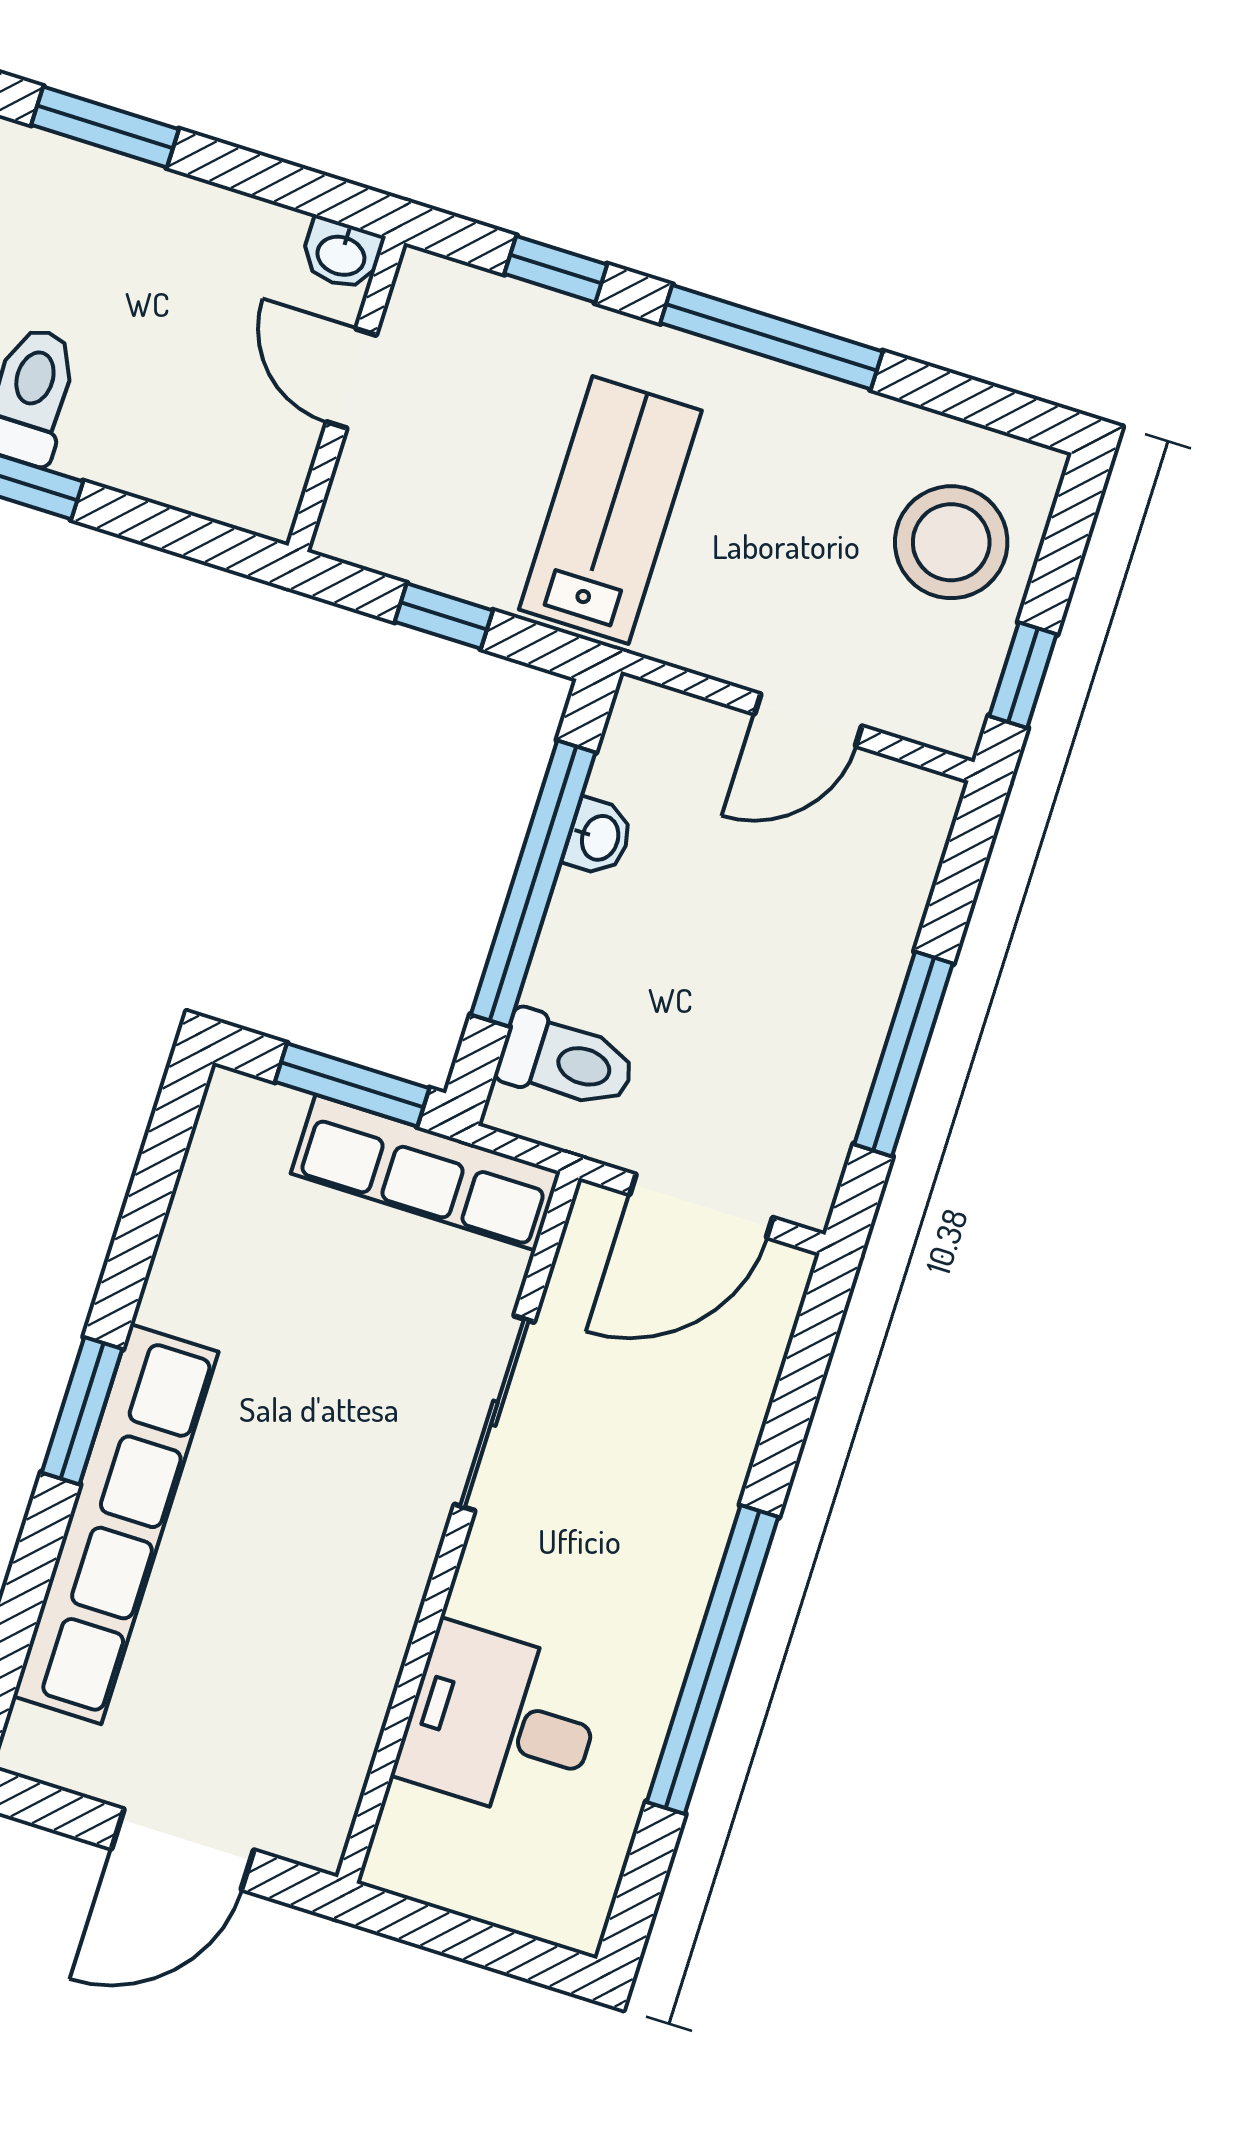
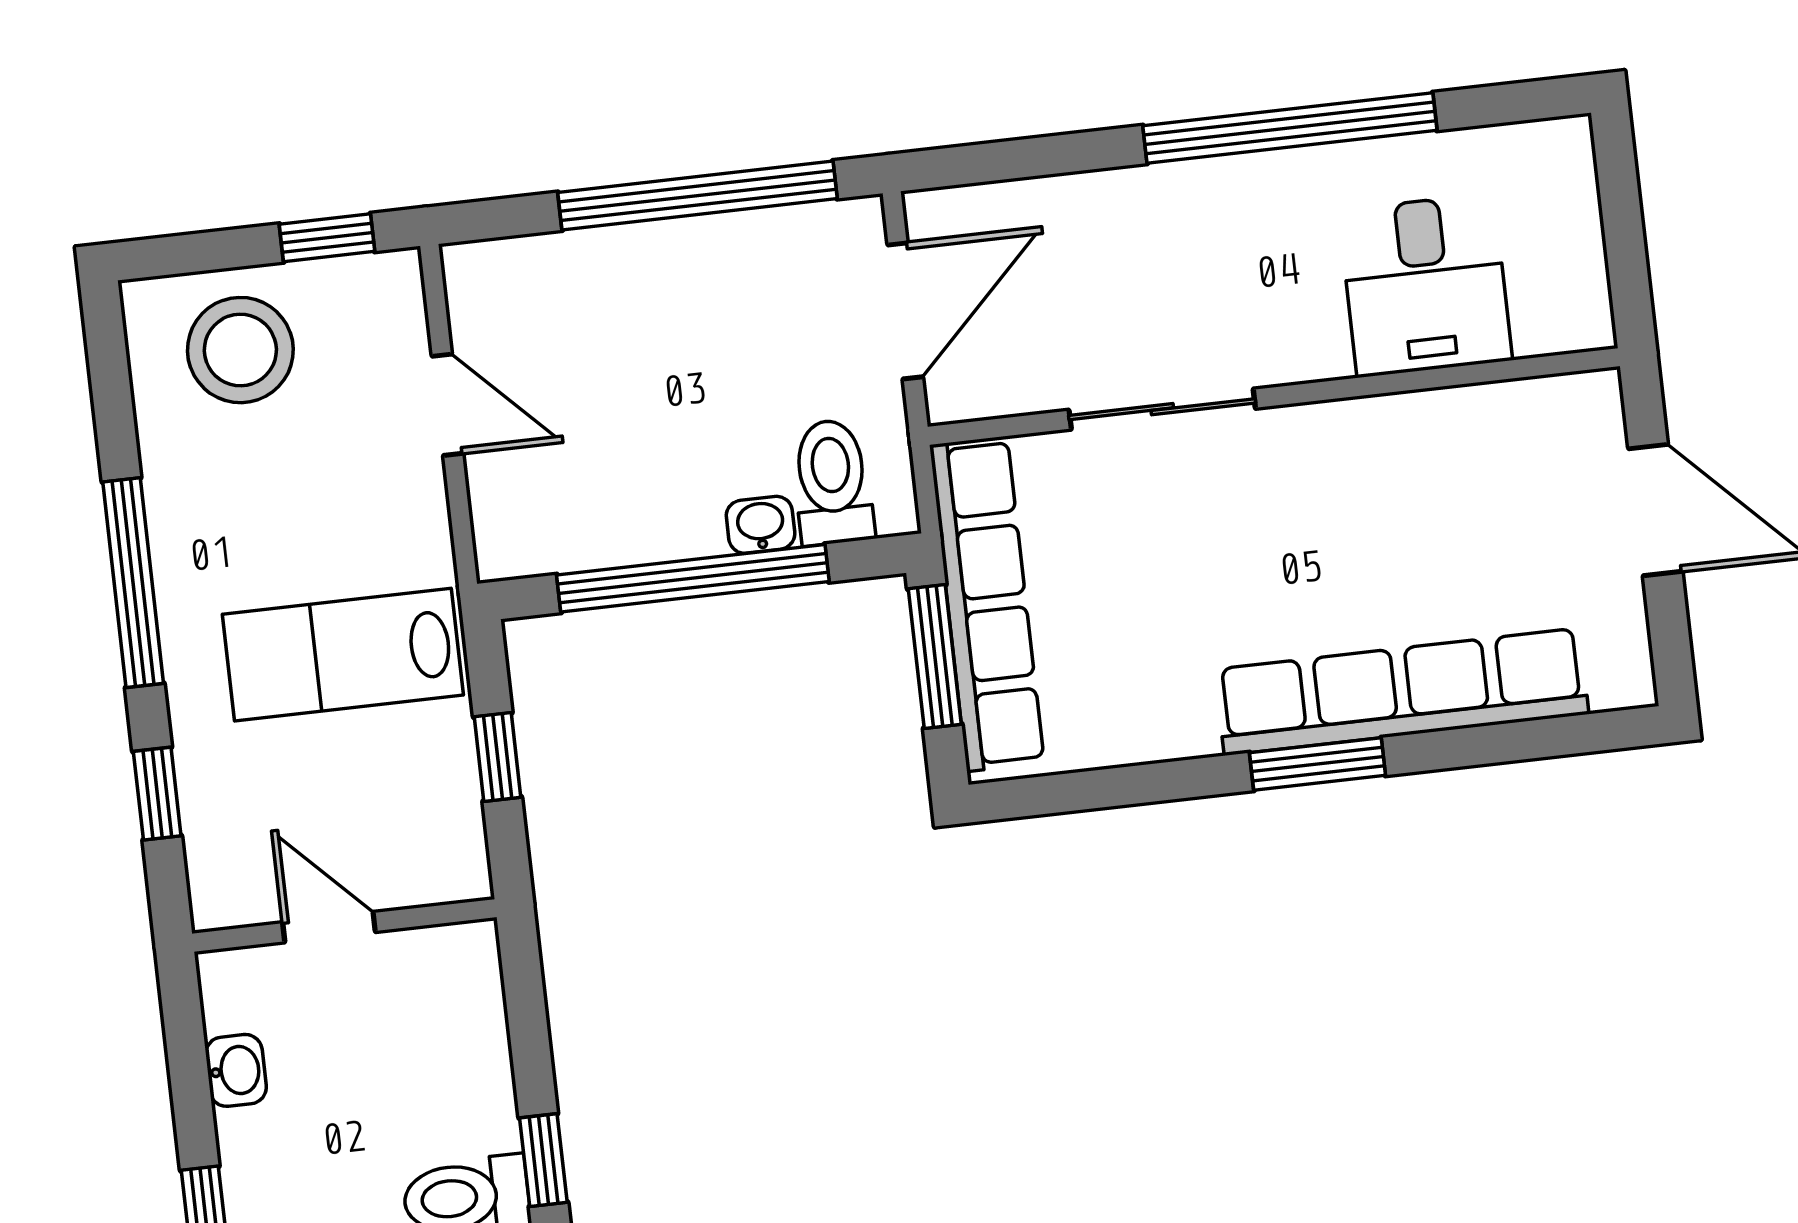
washbasin: (342, 254) -> (236, 1070), moved
door: (351, 378) -> (329, 927), swing flipped
washbasin: (598, 837) -> (761, 525), moved
window: (903, 1054) -> (698, 195), width x1.46
row of seats: (426, 1173) -> (987, 604), width x1.36
door: (701, 1206) -> (905, 311), hinge flipped

